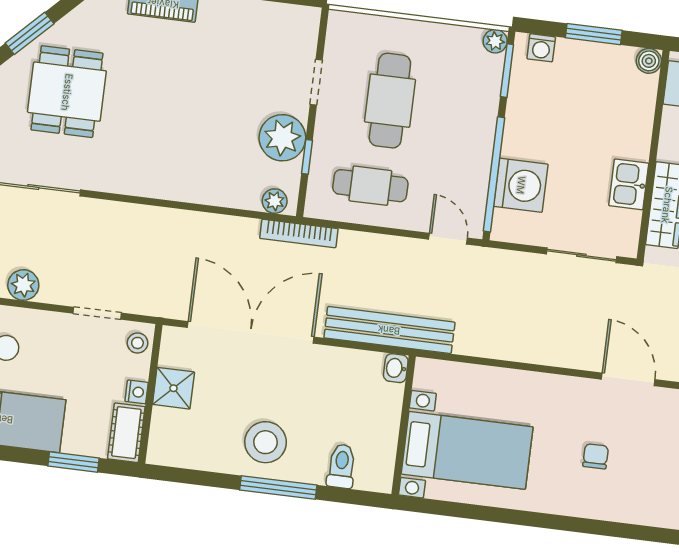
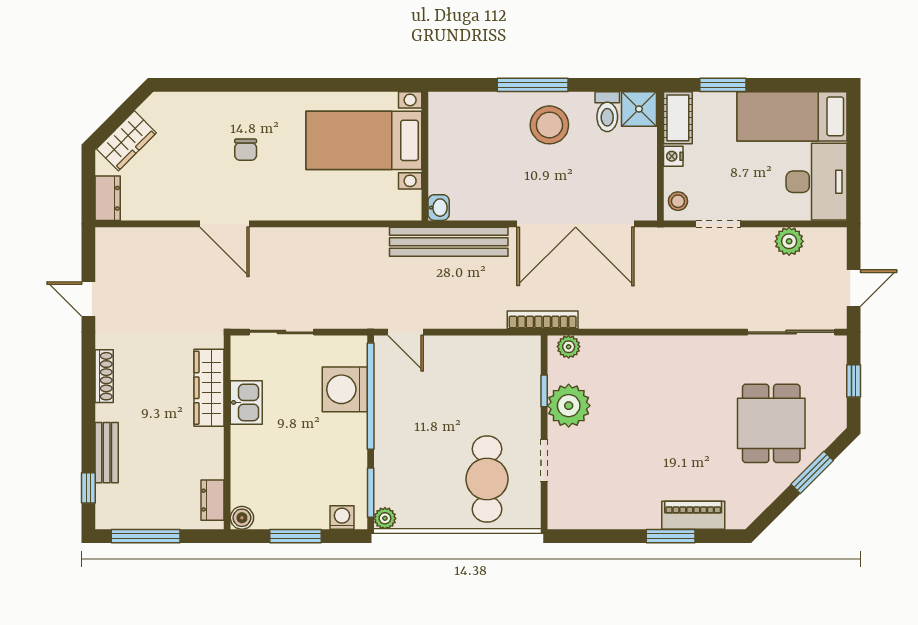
cafe table: (390, 101) -> (487, 479), moved
cafe table: (370, 186) -> (483, 372), removed
shower: (173, 388) -> (639, 109), moved
toilet: (341, 466) -> (607, 112), moved

